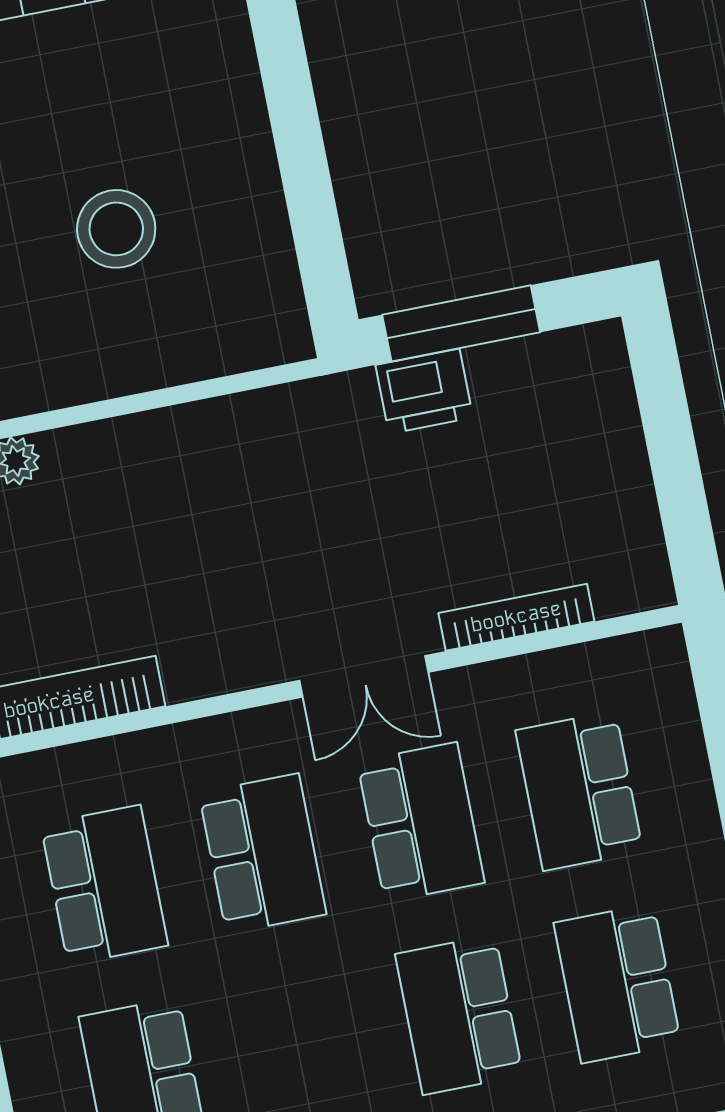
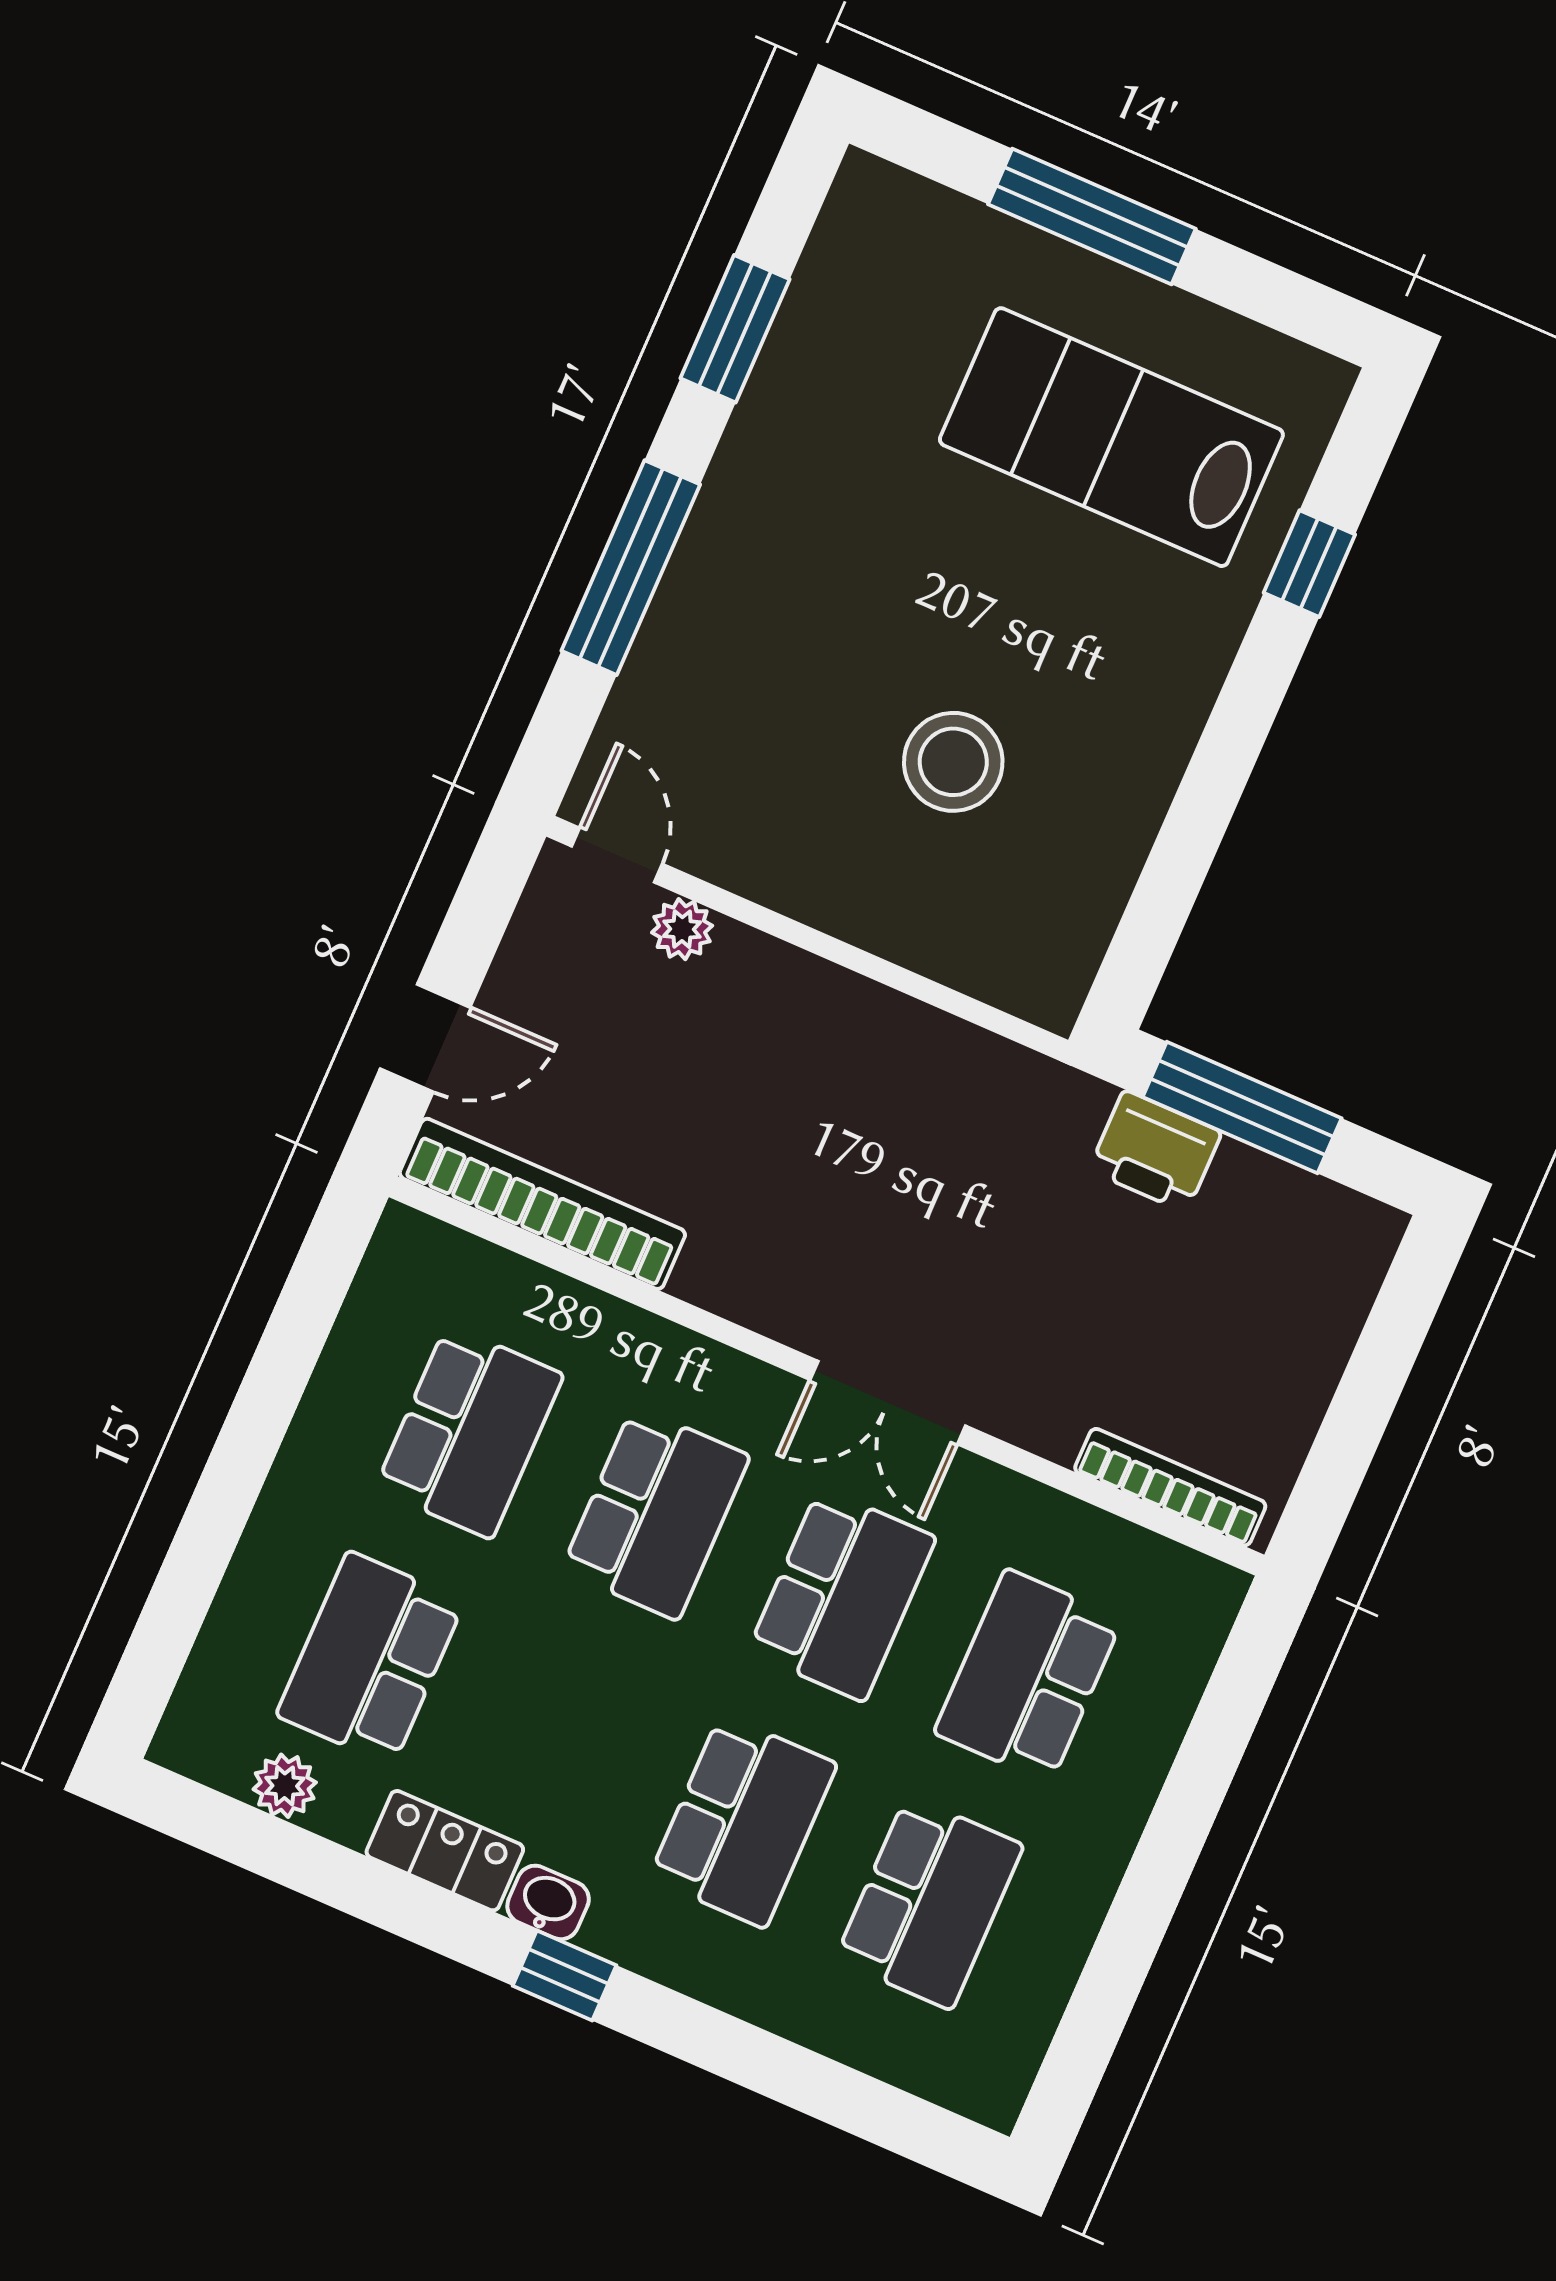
bookcase: (516, 617) -> (1170, 1487), moved
school desk: (617, 983) -> (929, 1902), turned 180
school desk: (459, 1015) -> (743, 1821), turned 180

